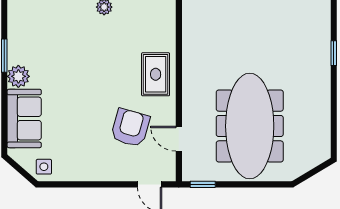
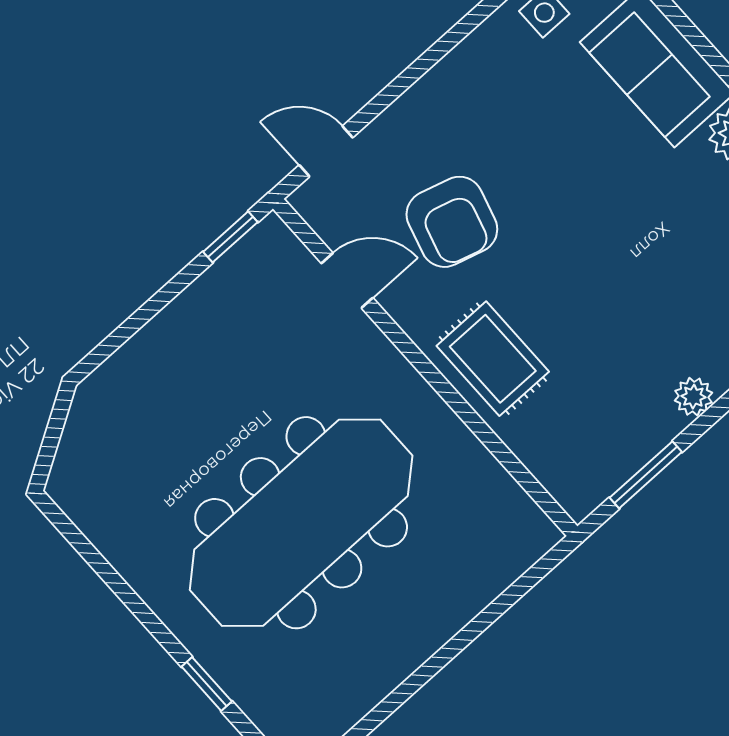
meeting table: (250, 126) -> (301, 523), moved, turned 90

